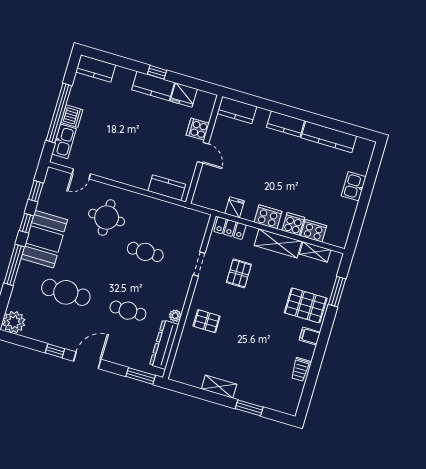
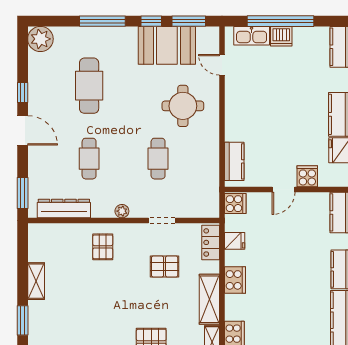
window: (36, 191) -> (189, 21), width x1.50
cooker: (293, 224) -> (235, 204), moved
booth: (44, 239) -> (167, 45), moved
plant: (175, 316) -> (122, 211), moved

